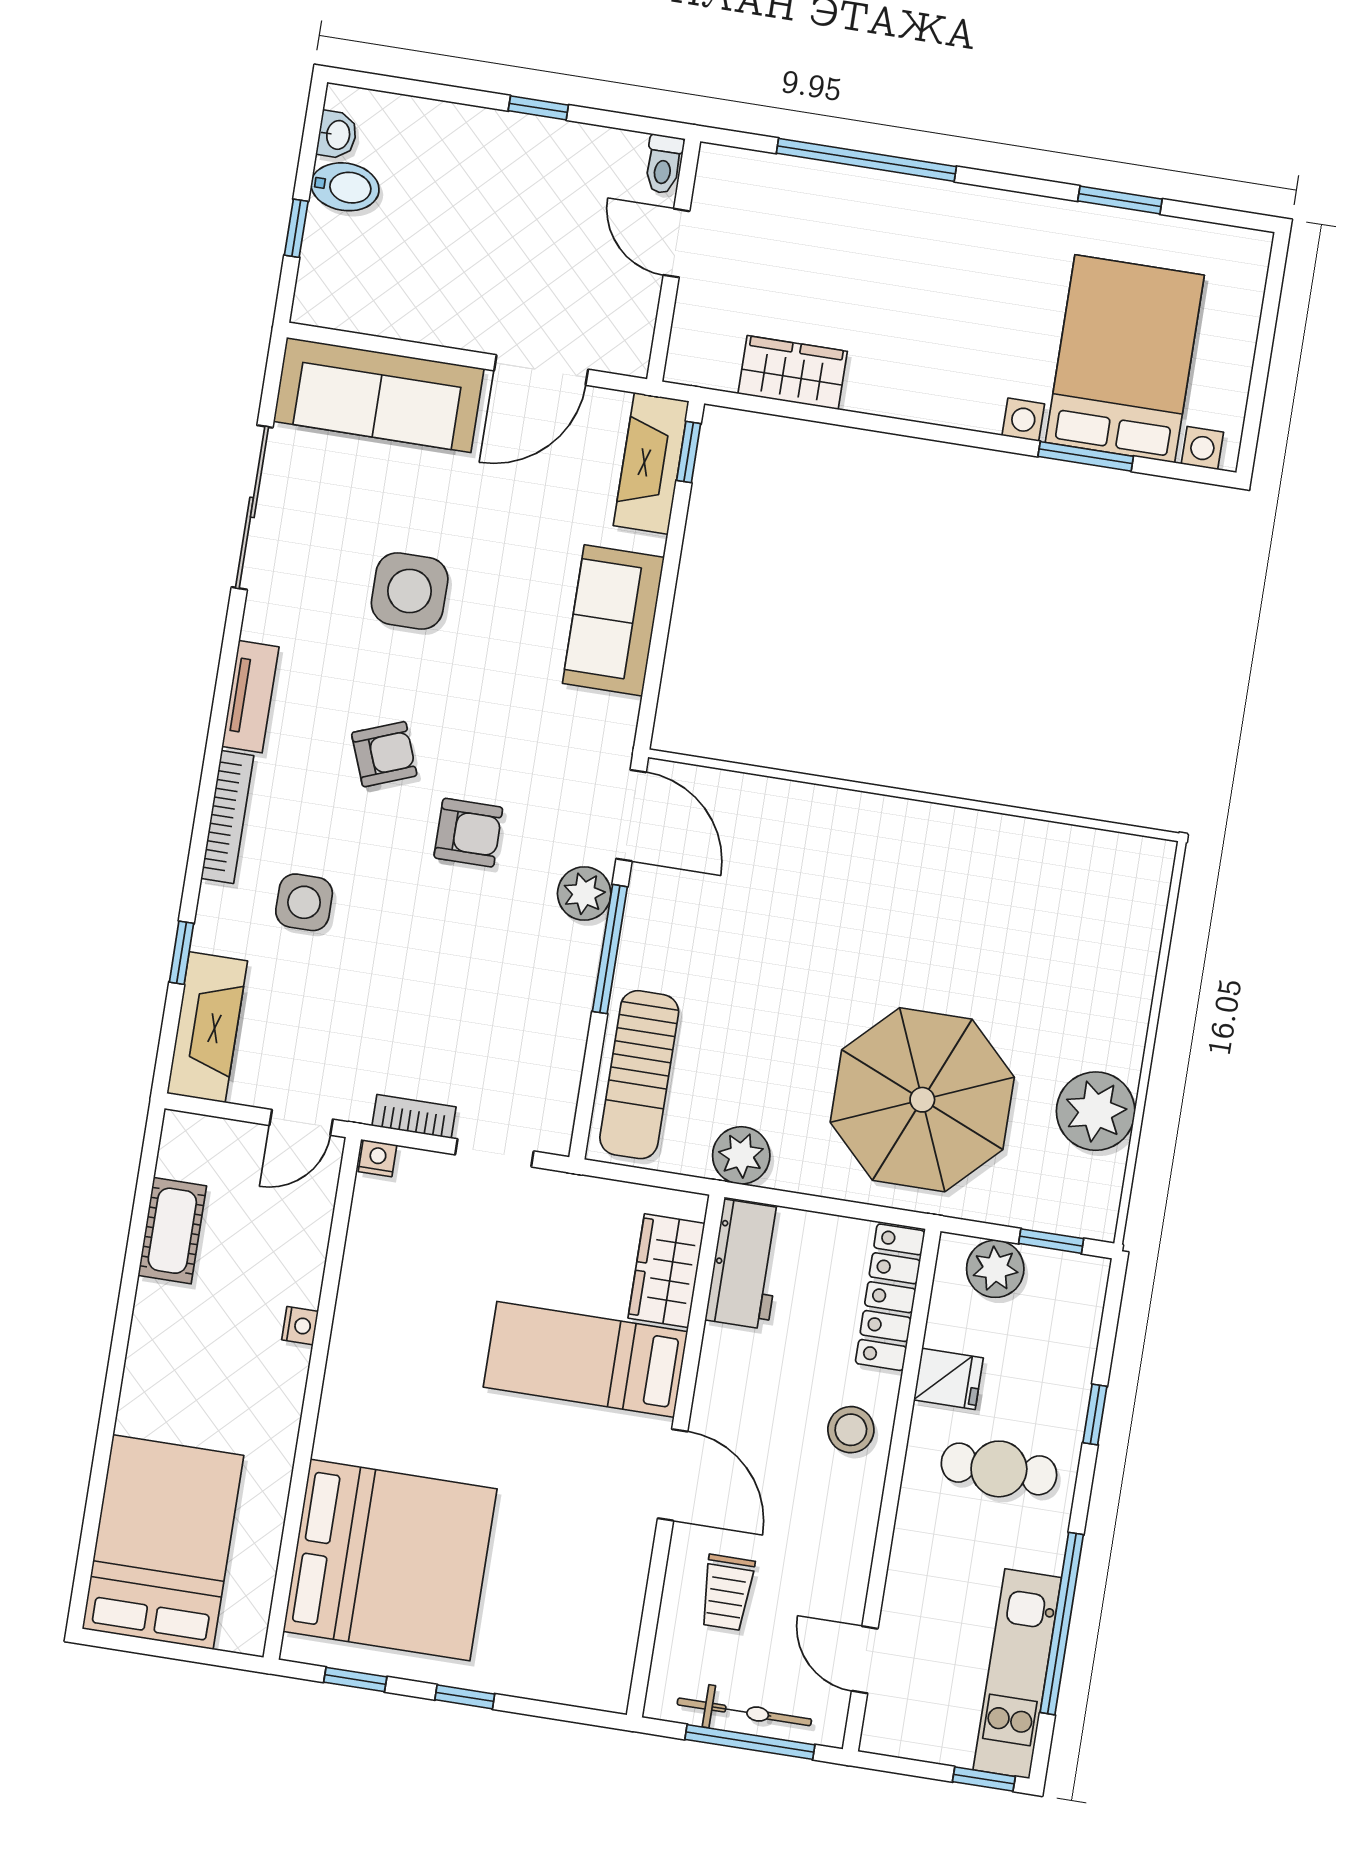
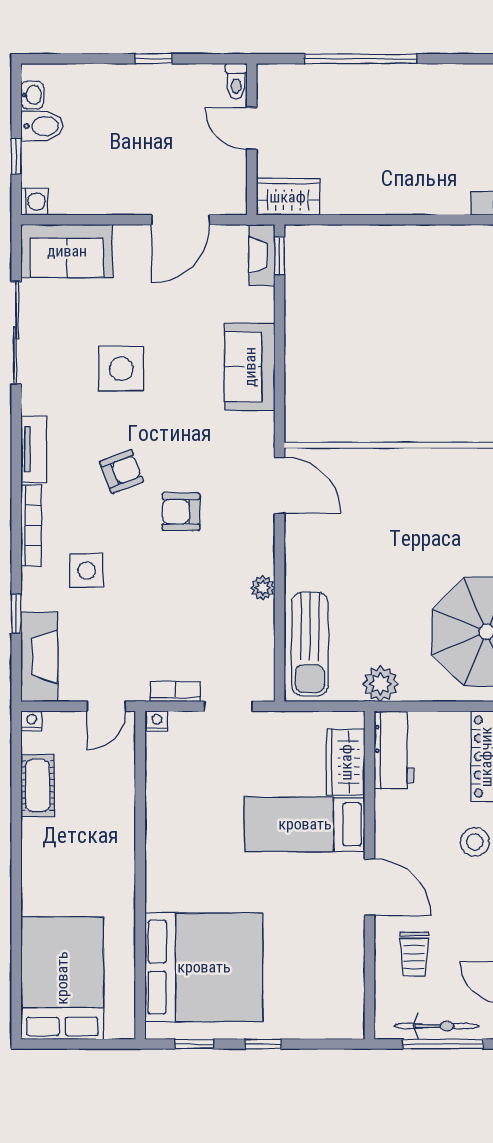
washing machine: (314, 304) -> (34, 202), added
wardrobe: (793, 373) -> (288, 197), moved
sofa: (379, 395) -> (67, 251), width x0.73
fireplace: (651, 463) -> (262, 255), width x0.73, depth x0.76
armchair: (468, 833) -> (181, 512), turned 180
plant: (584, 894) -> (263, 588), moved, width x0.73, depth x0.73
window: (610, 949) -> (280, 570), removed
nightstand: (300, 1326) -> (31, 721), moved, turned -90

